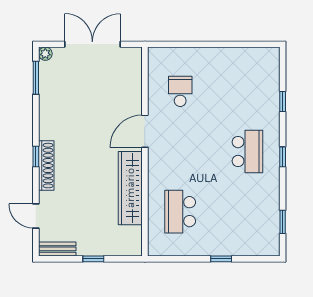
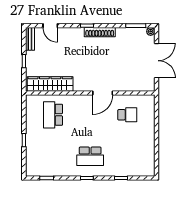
door: (145, 131) -> (103, 93), swing flipped
shoe rack: (46, 166) -> (100, 32), moved
wardrobe: (130, 188) -> (50, 84), moved
school desk: (180, 212) -> (53, 115), turned -90
door: (36, 216) -> (50, 26), swing flipped

